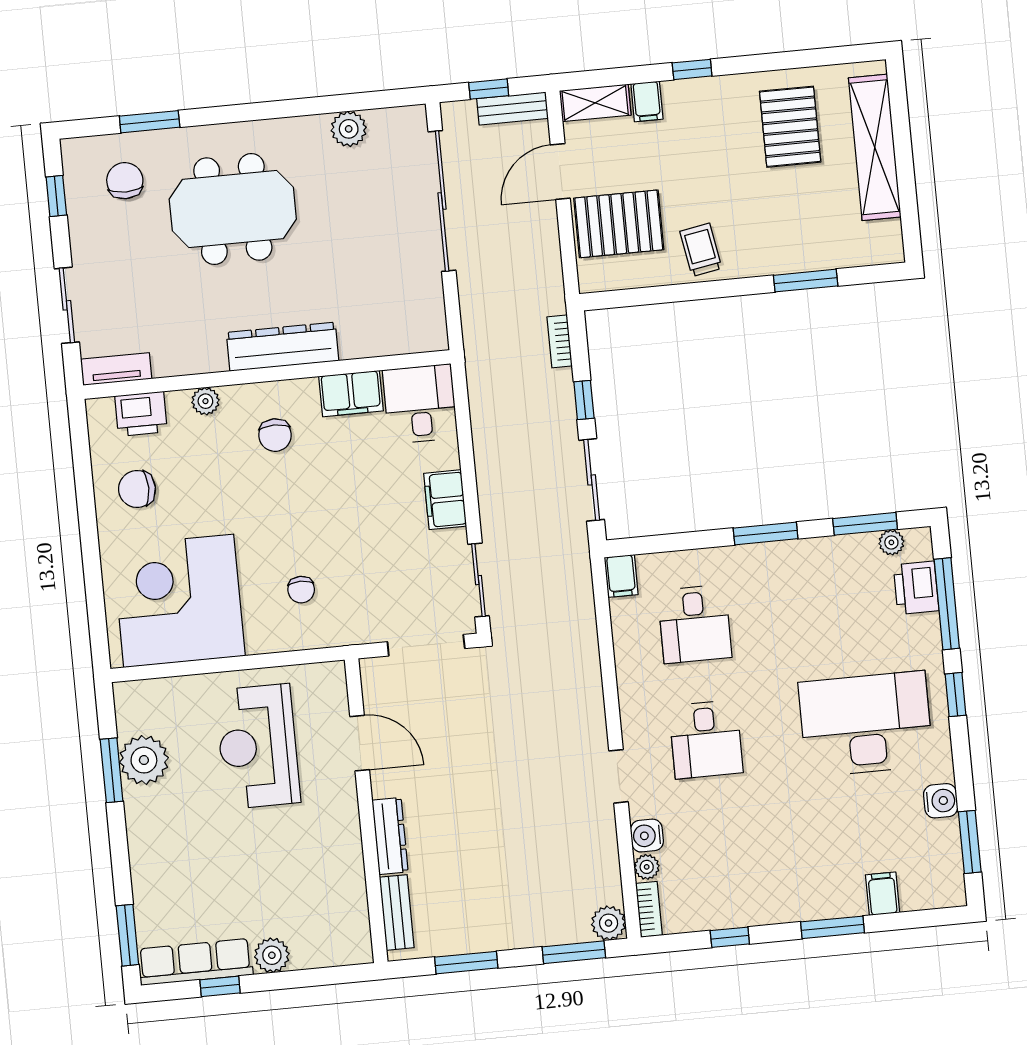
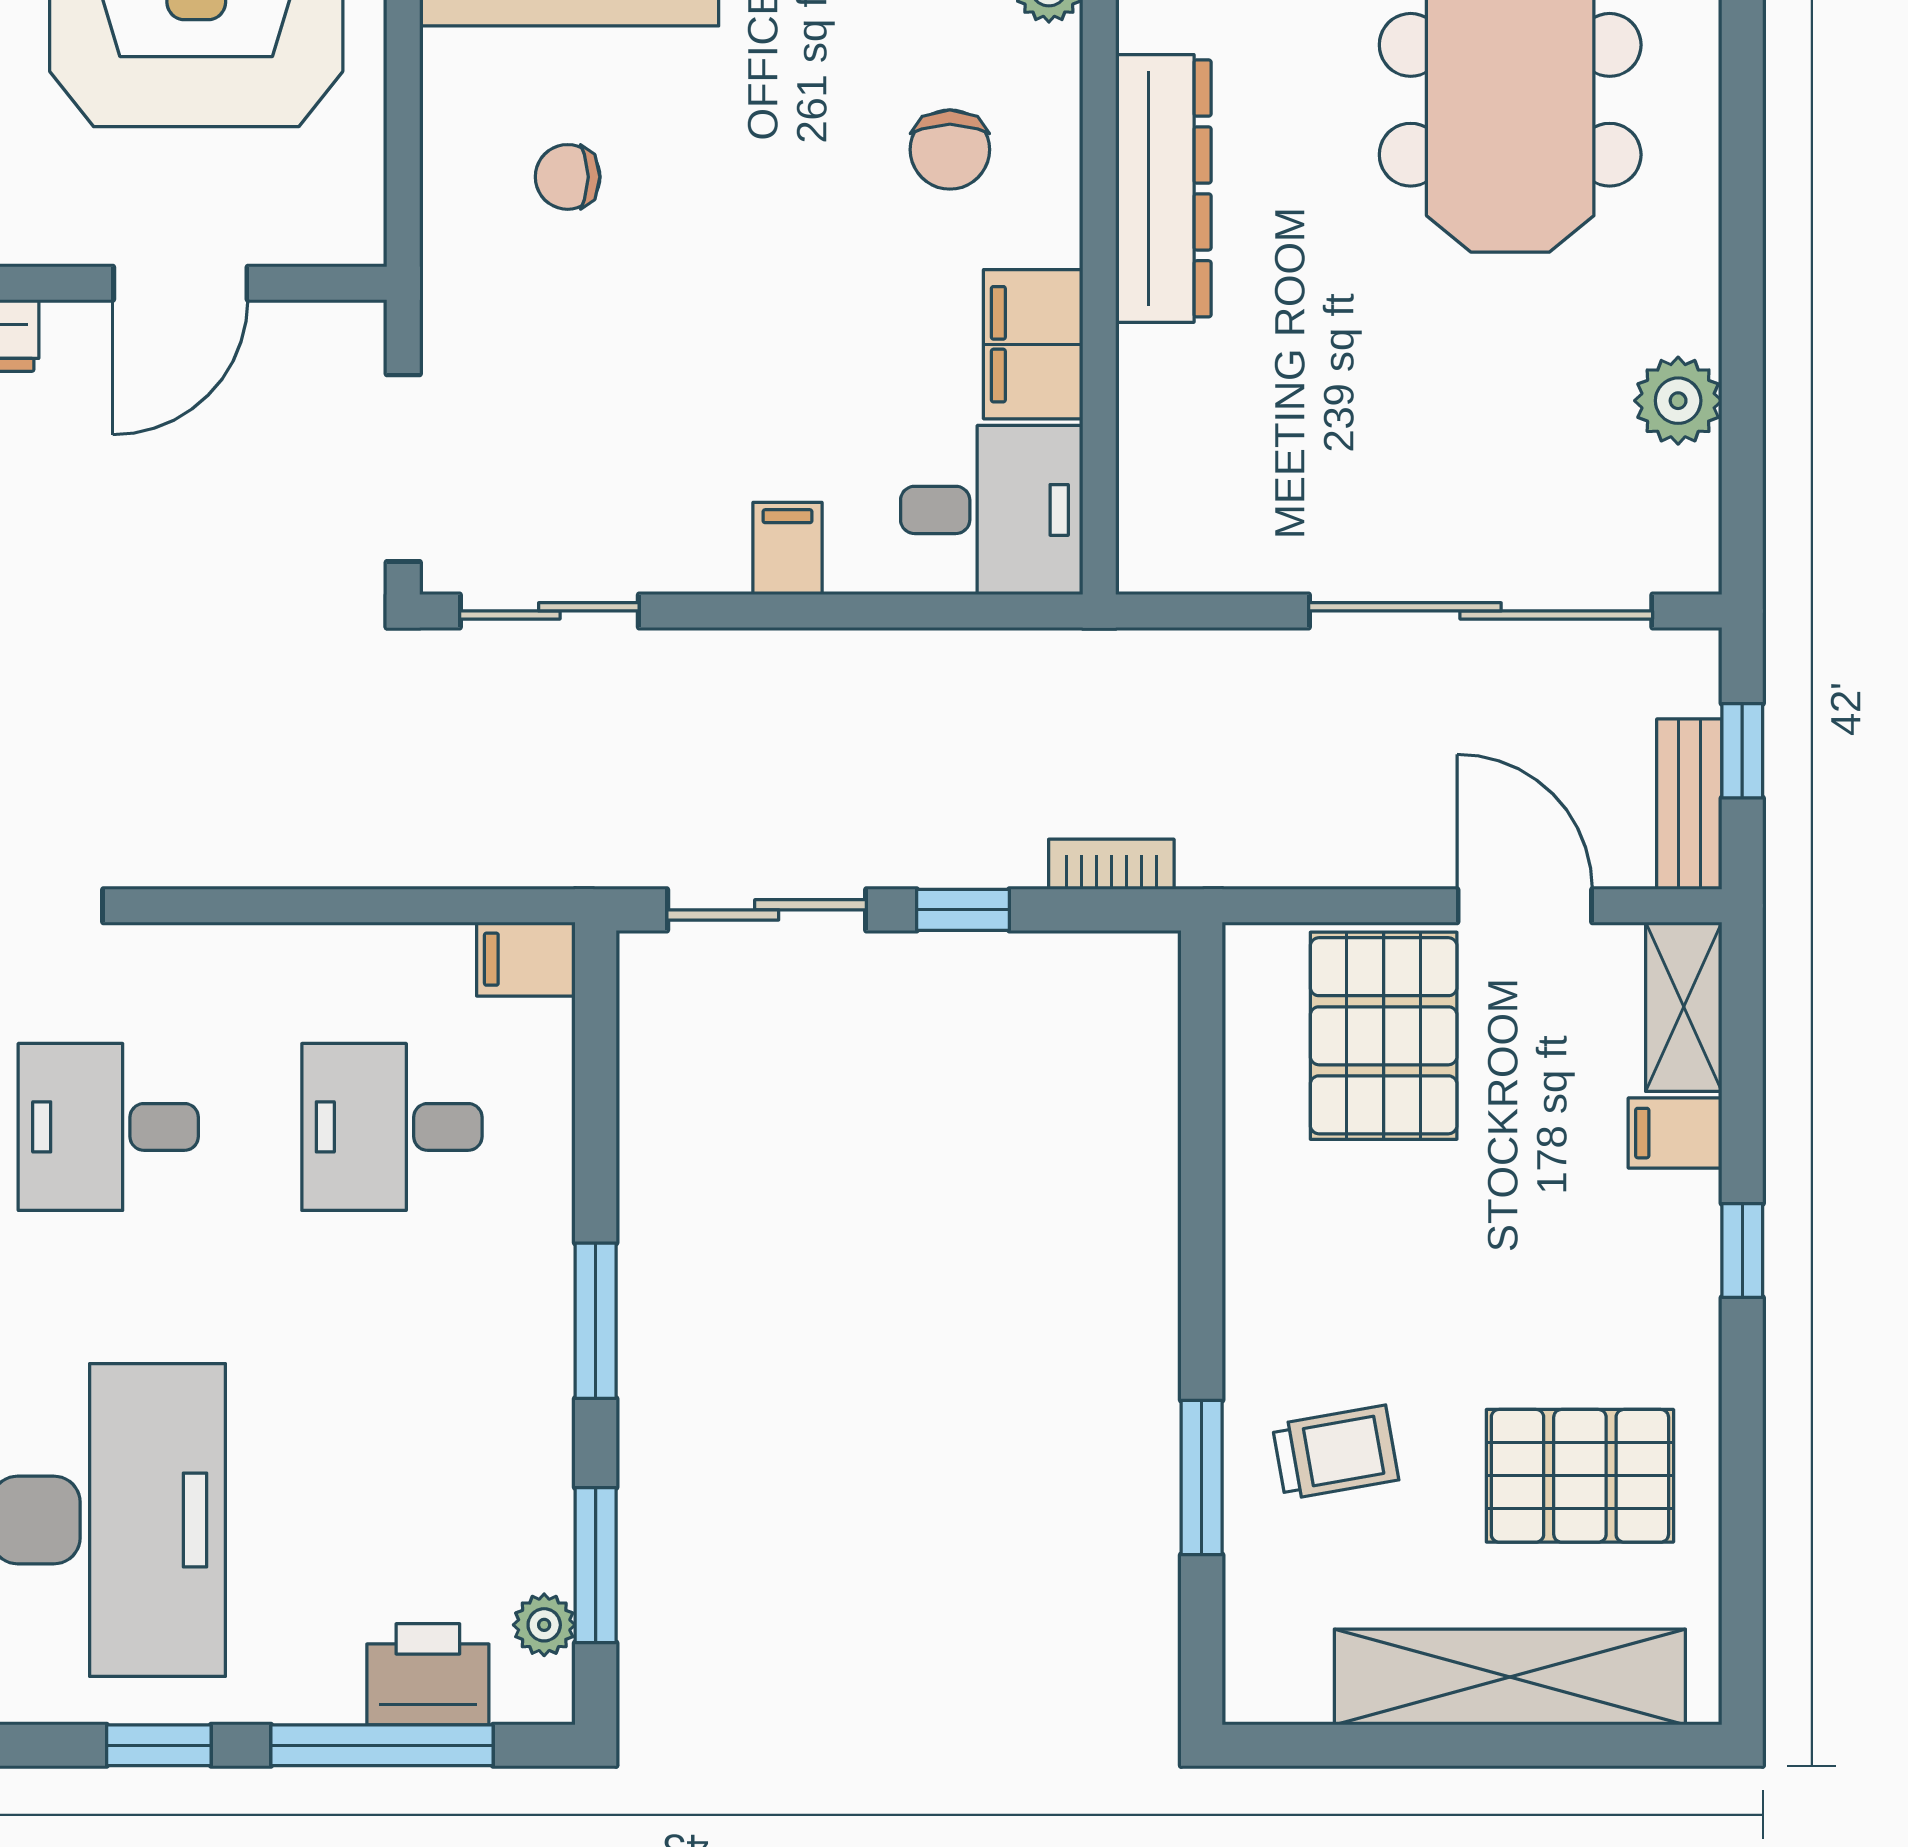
trolley: (701, 250) -> (1336, 1452), moved
chair: (275, 435) -> (950, 150), turned -90
filing cabinet: (445, 500) -> (787, 548), width x0.50

